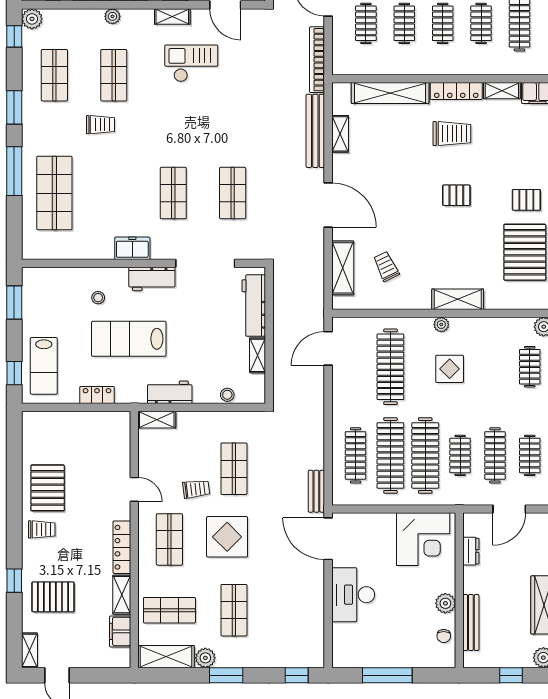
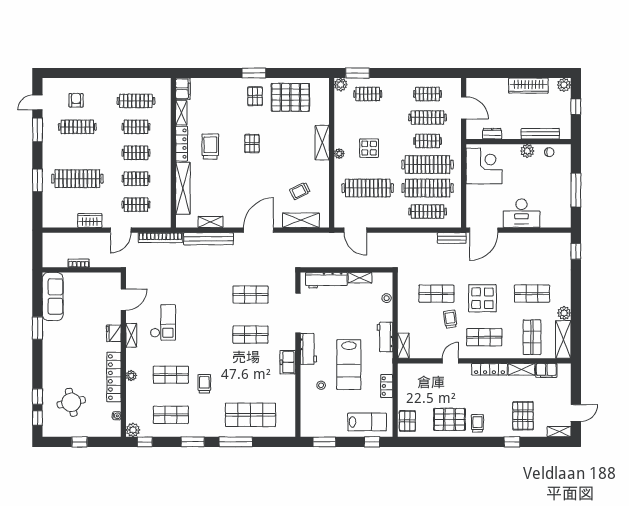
checkout: (191, 63) -> (163, 322), turned 180
pallet: (45, 426) -> (407, 421), added
window: (226, 675) -> (576, 299), removed

